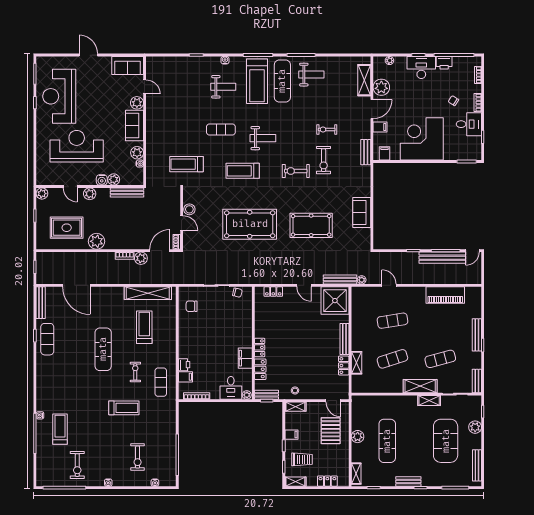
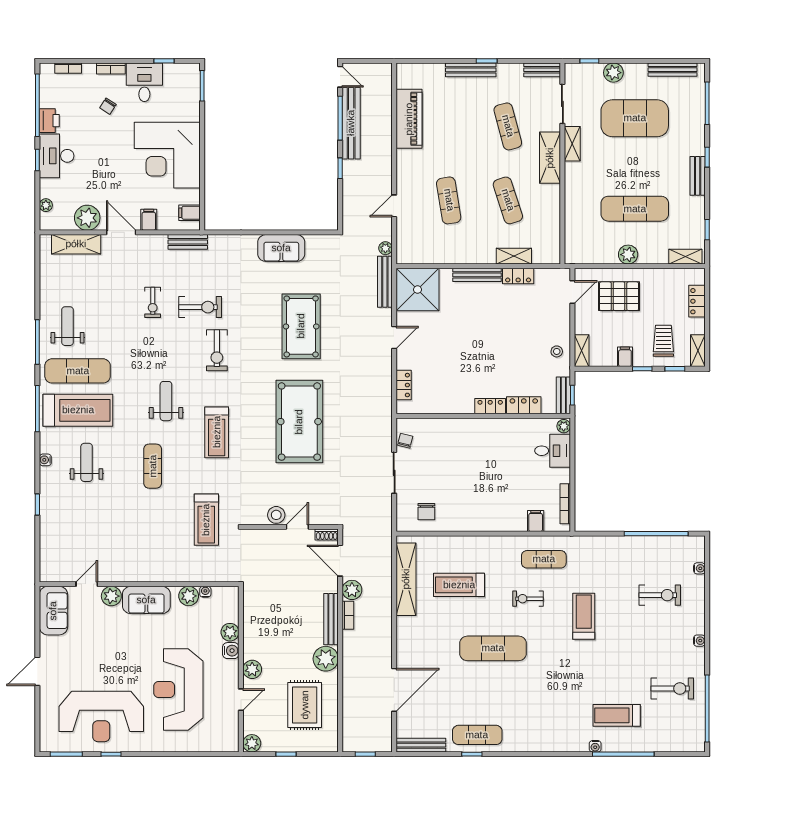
bench: (127, 192) -> (331, 619), moved
filing cabinet: (245, 358) -> (507, 429), removed
printer: (184, 365) -> (517, 523), removed

